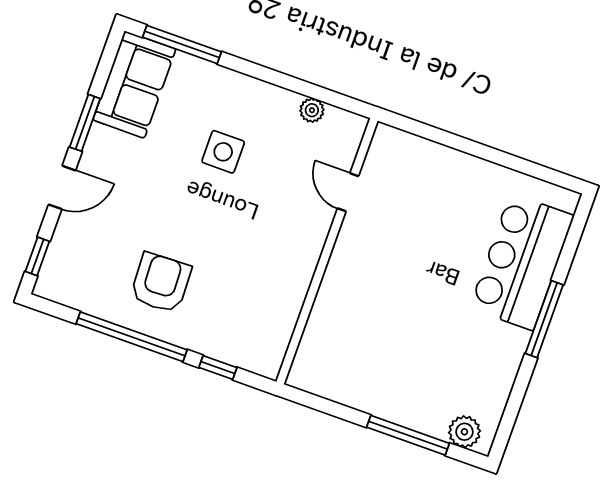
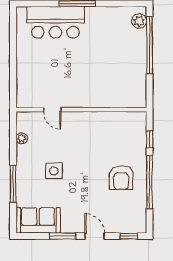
window: (182, 44) -> (13, 184), moved
door: (348, 192) -> (52, 110), hinge flipped
armchair: (161, 283) -> (121, 178), turned -88
window: (408, 435) -> (149, 45), width x1.46

